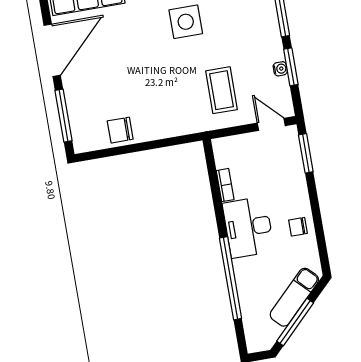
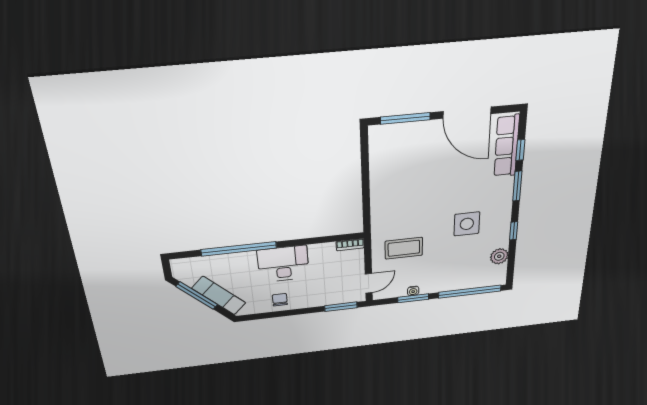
chair: (120, 130) -> (384, 167), removed
bookcase: (225, 185) -> (350, 245), moved

